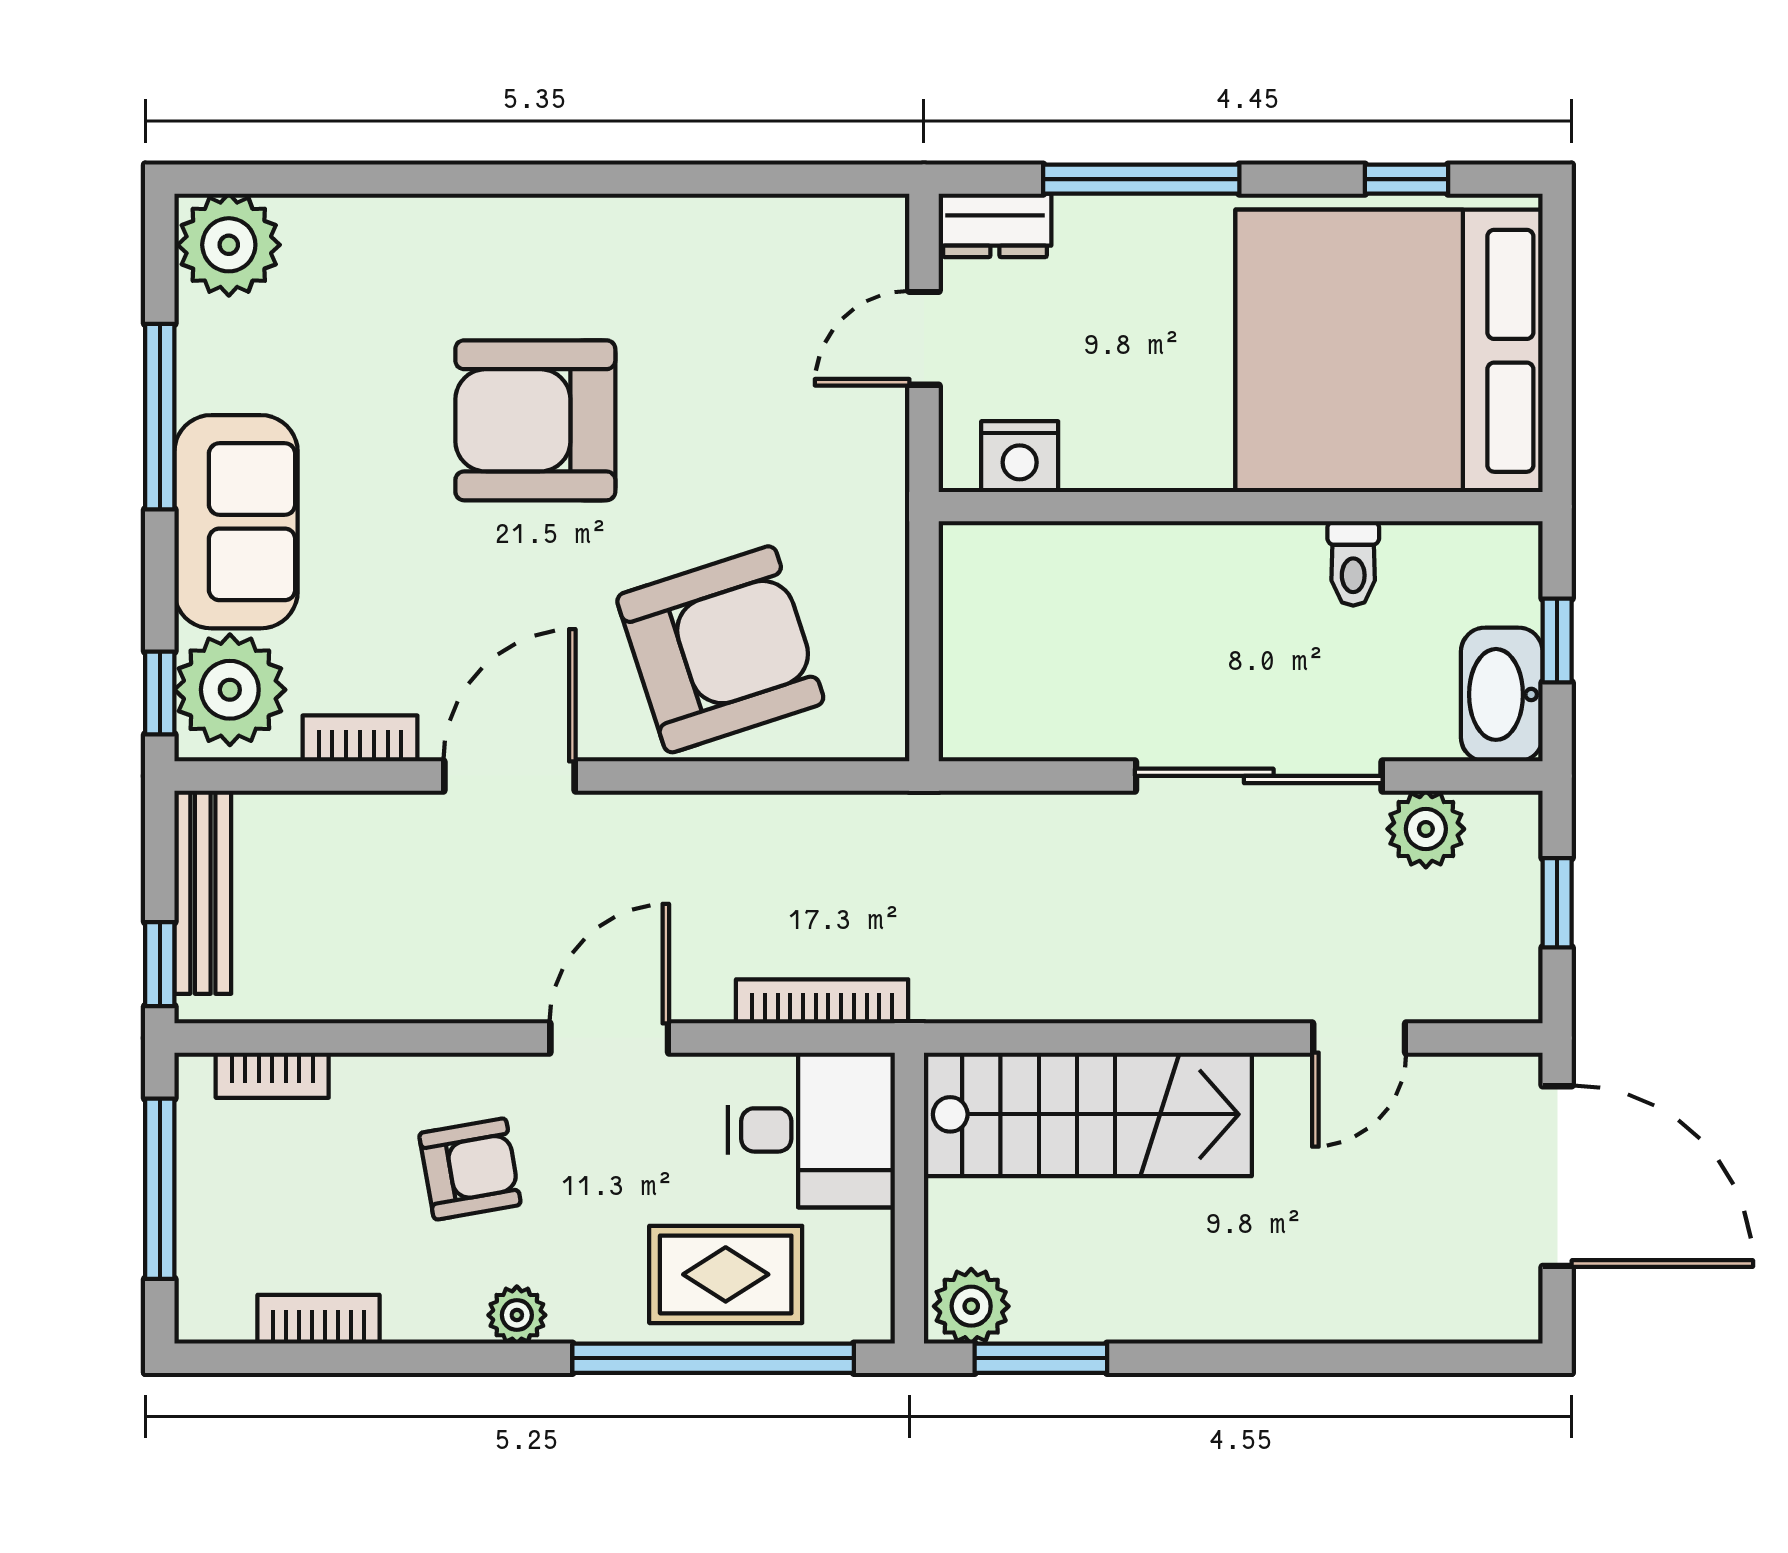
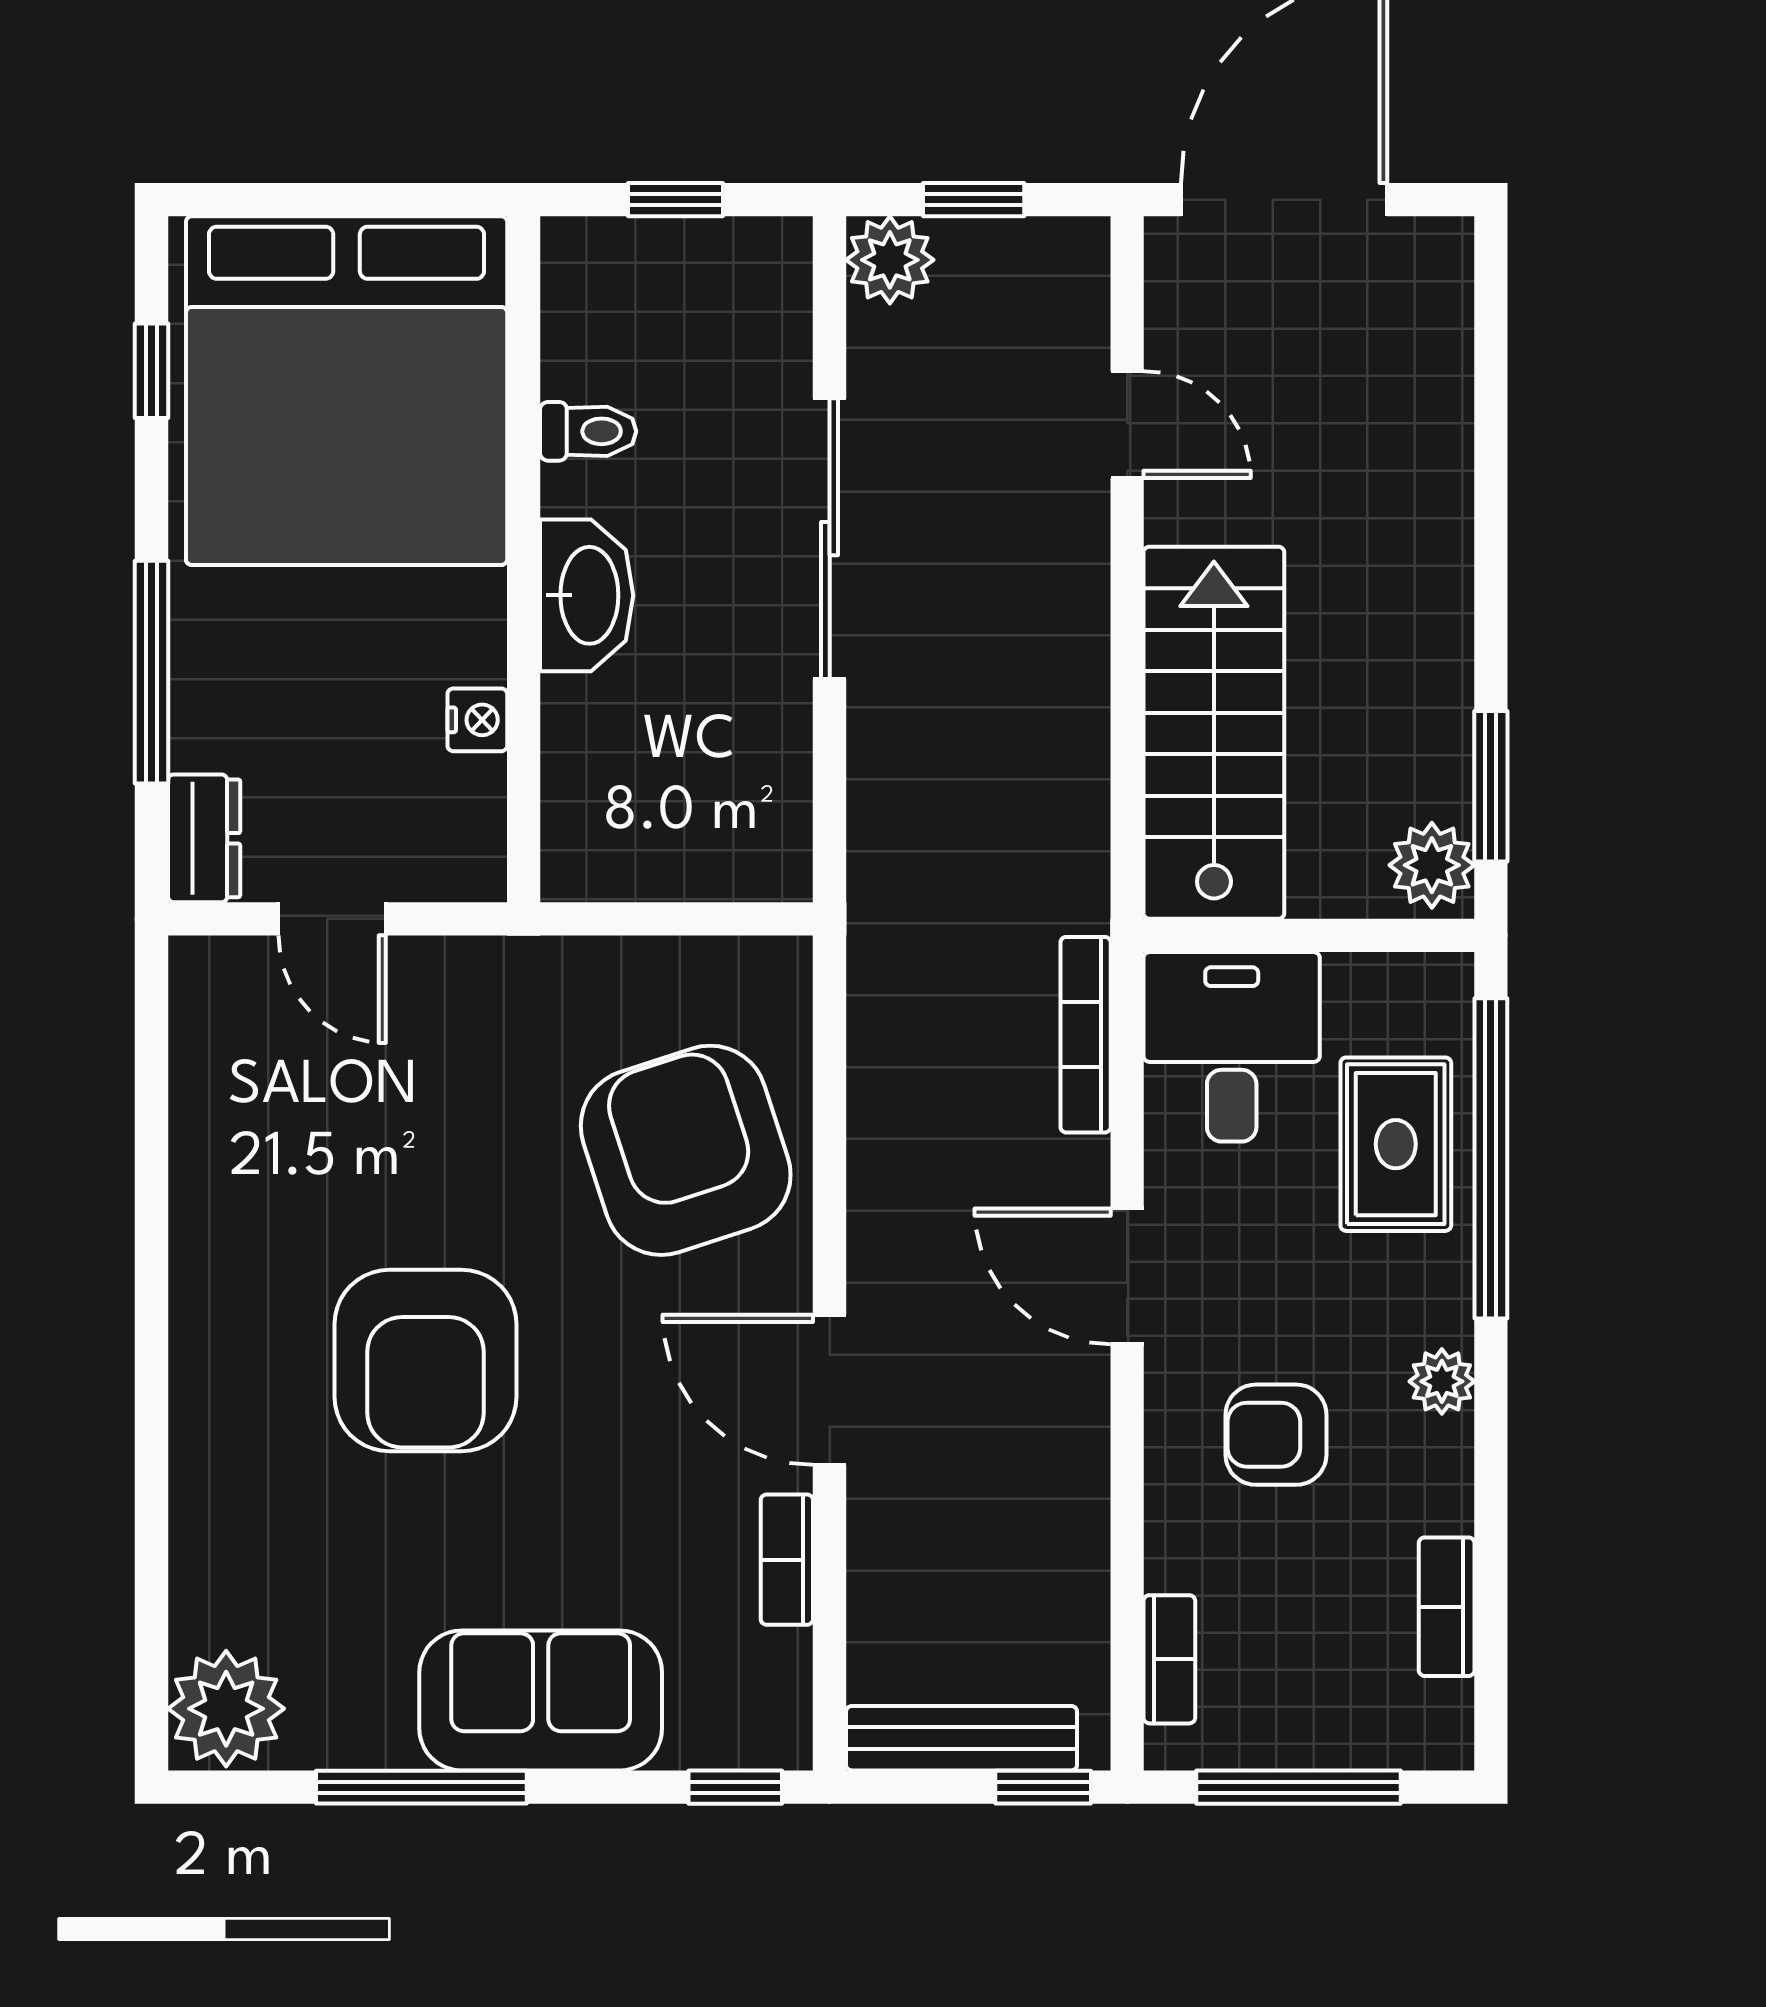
nightstand: (1020, 457) -> (477, 720), moved, width x0.72, depth x0.74
plant: (230, 690) -> (732, 1707), removed
washbasin: (1502, 694) -> (587, 595), moved, turned -90
plant: (1426, 829) -> (890, 260), moved
armchair: (470, 1169) -> (1276, 1435), turned -80

